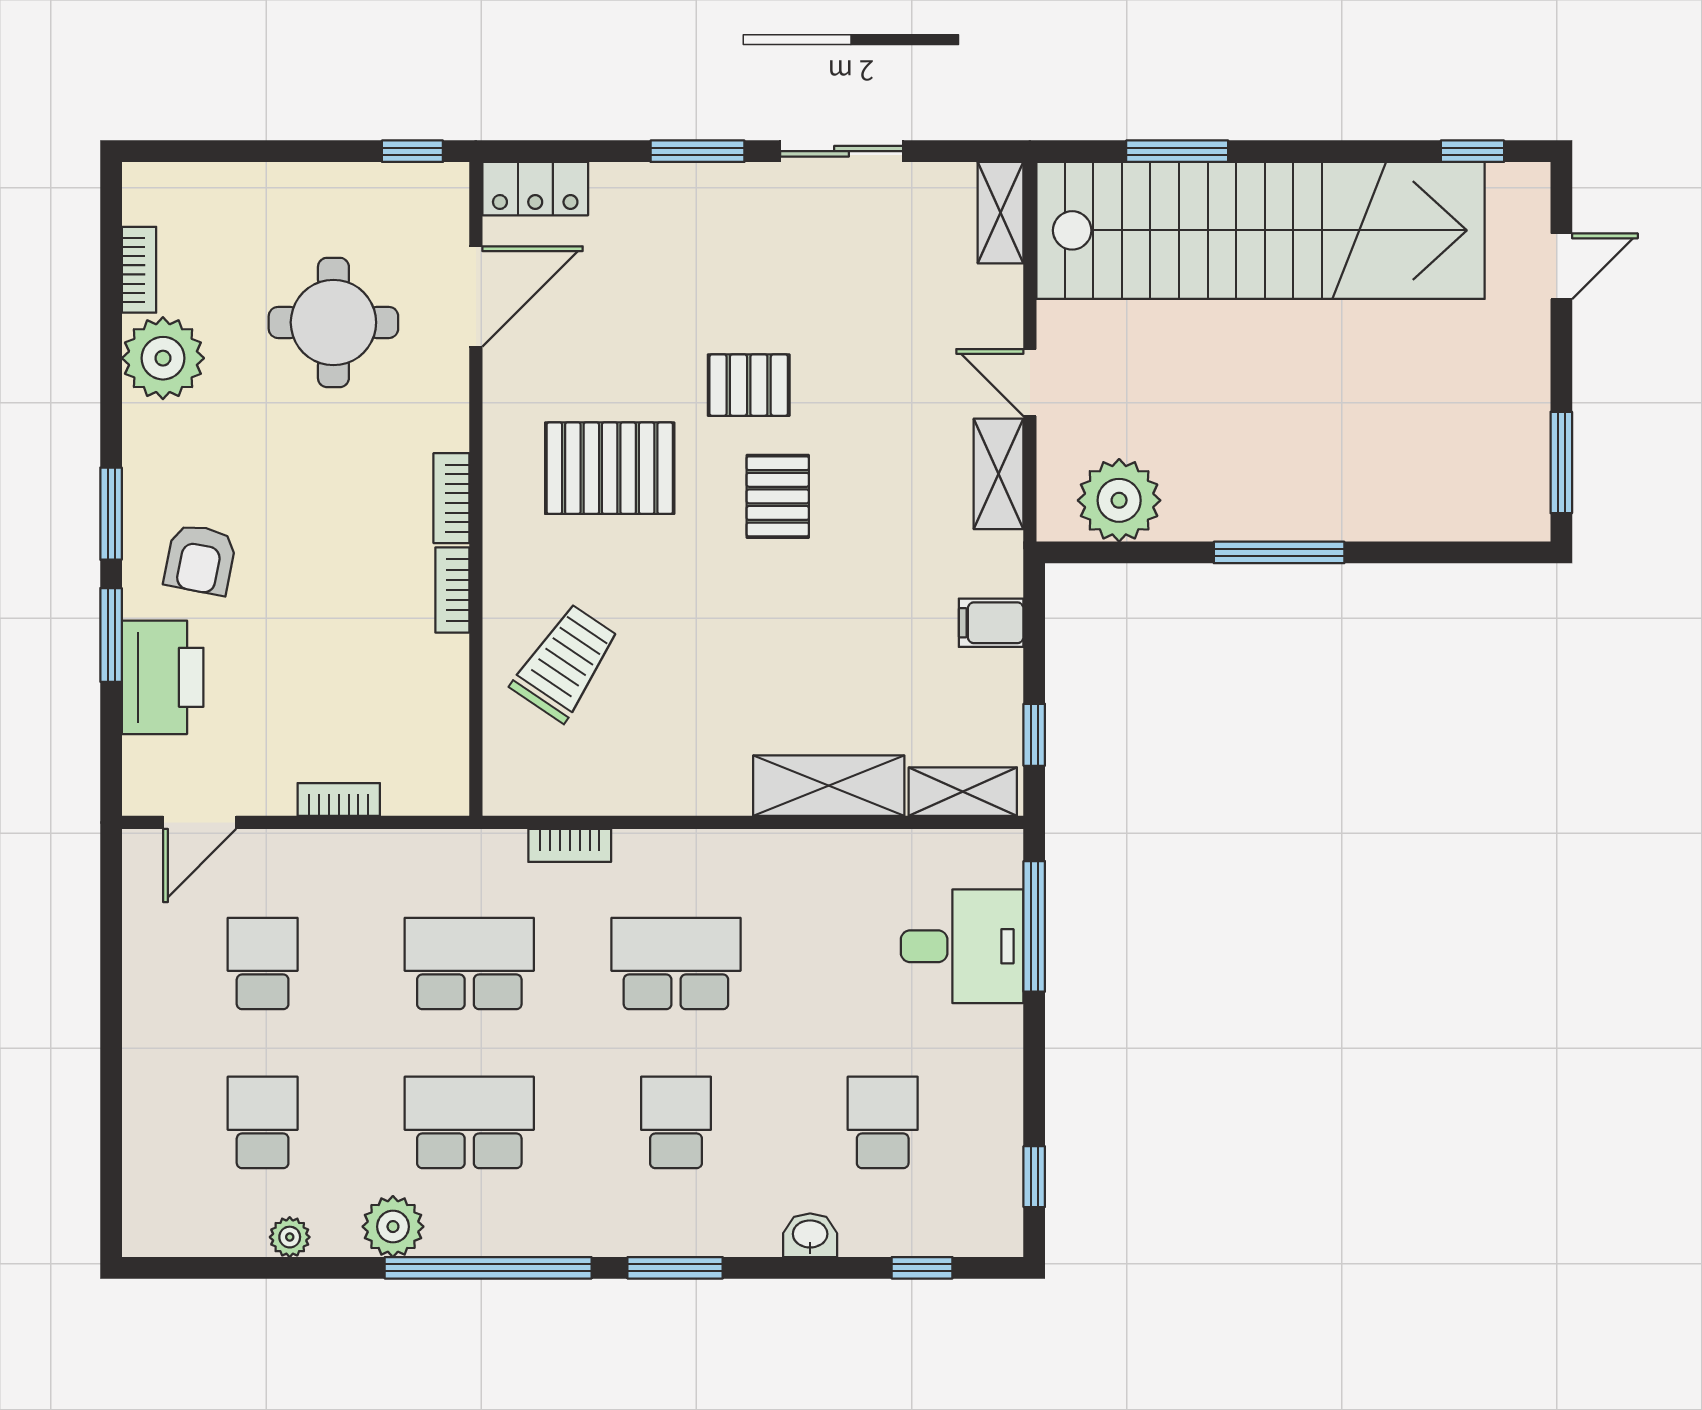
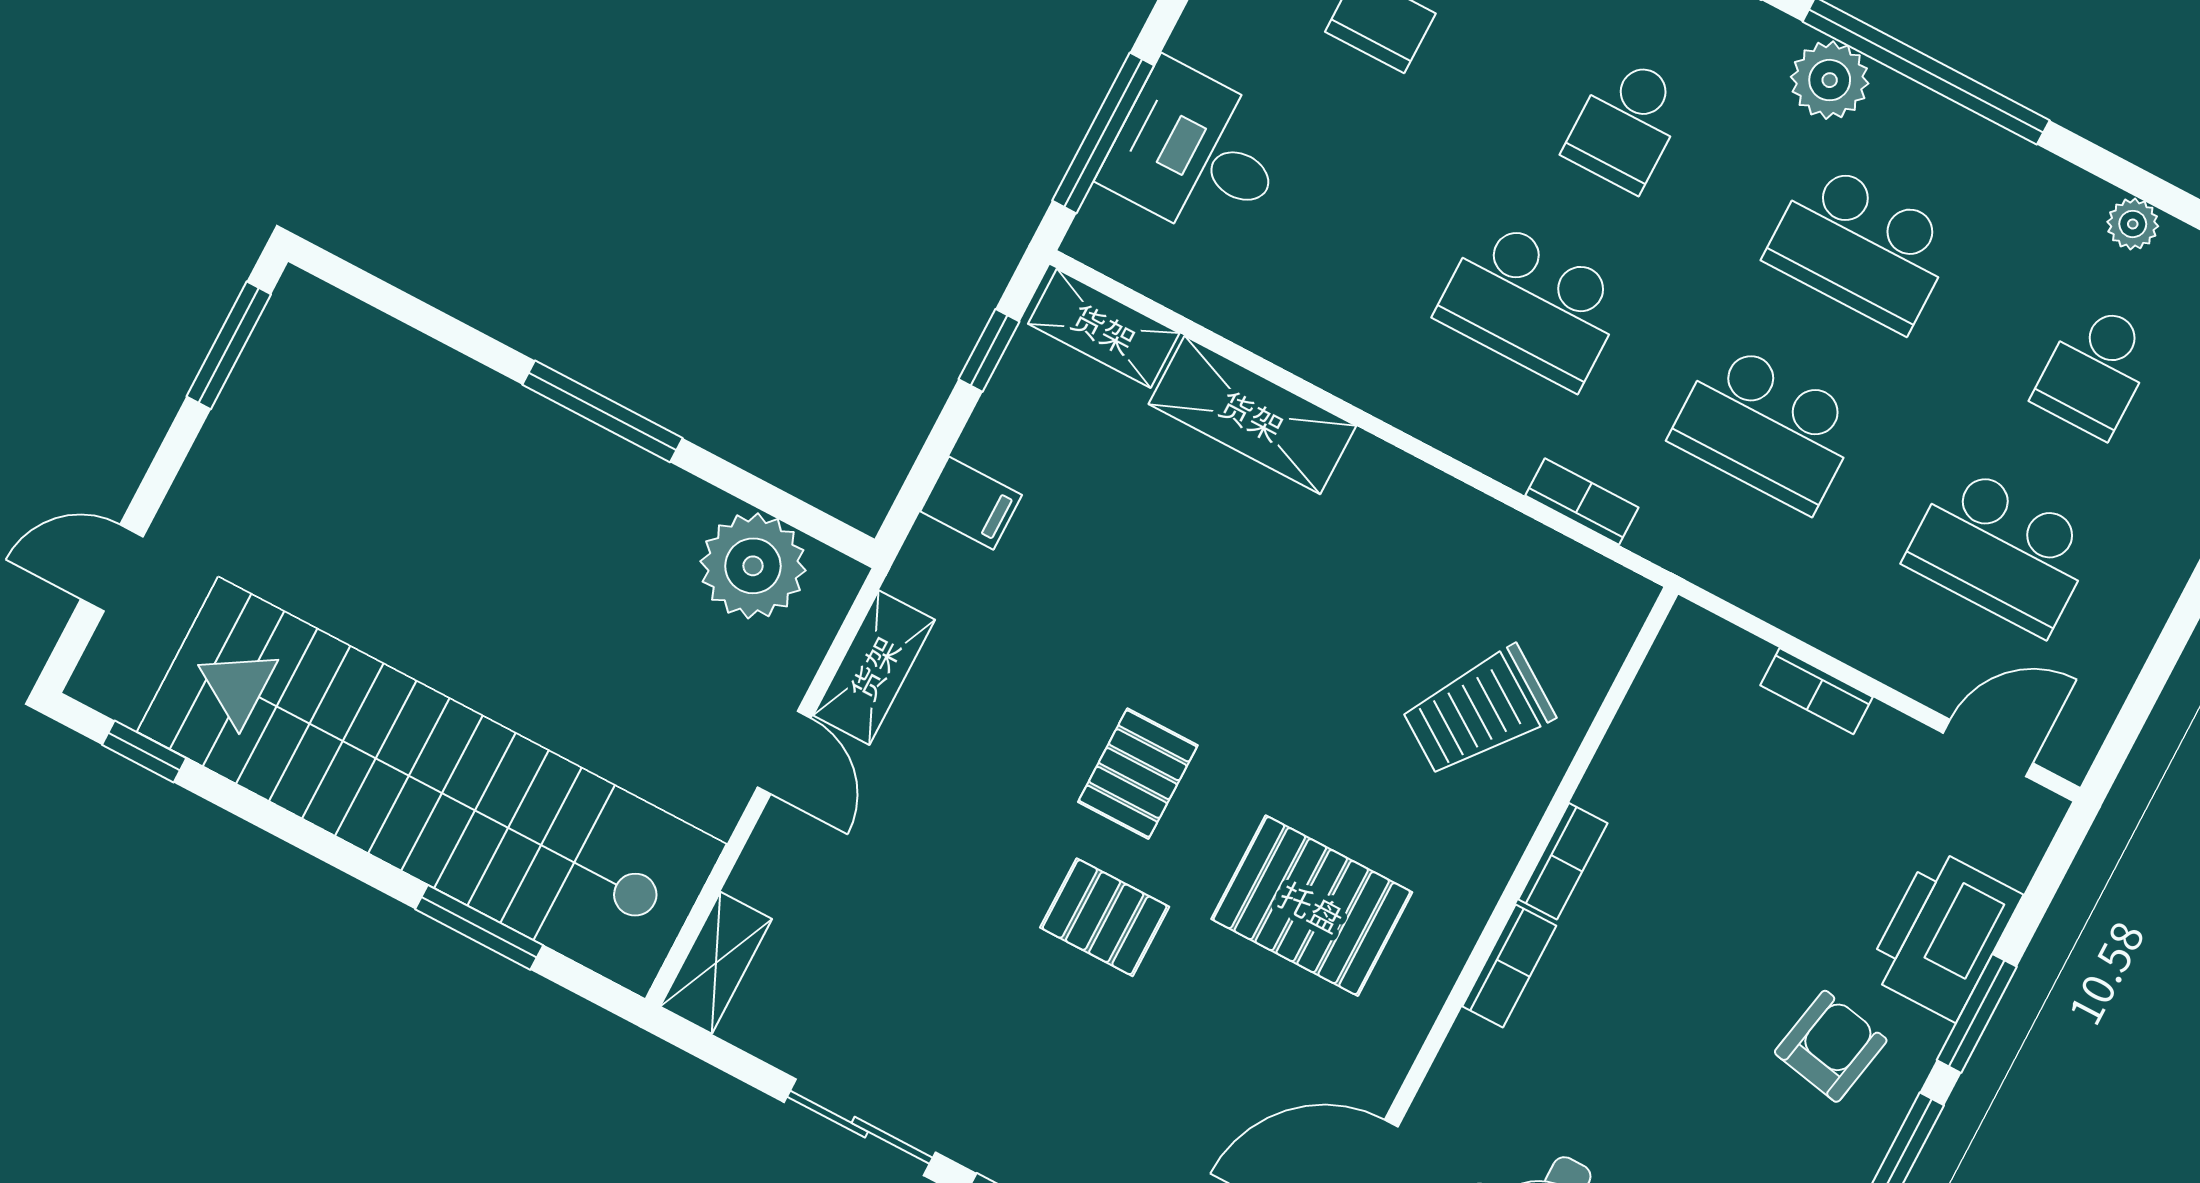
school desk: (263, 964) -> (2001, 550), width x1.85
plant: (393, 1227) -> (1830, 80), moved

